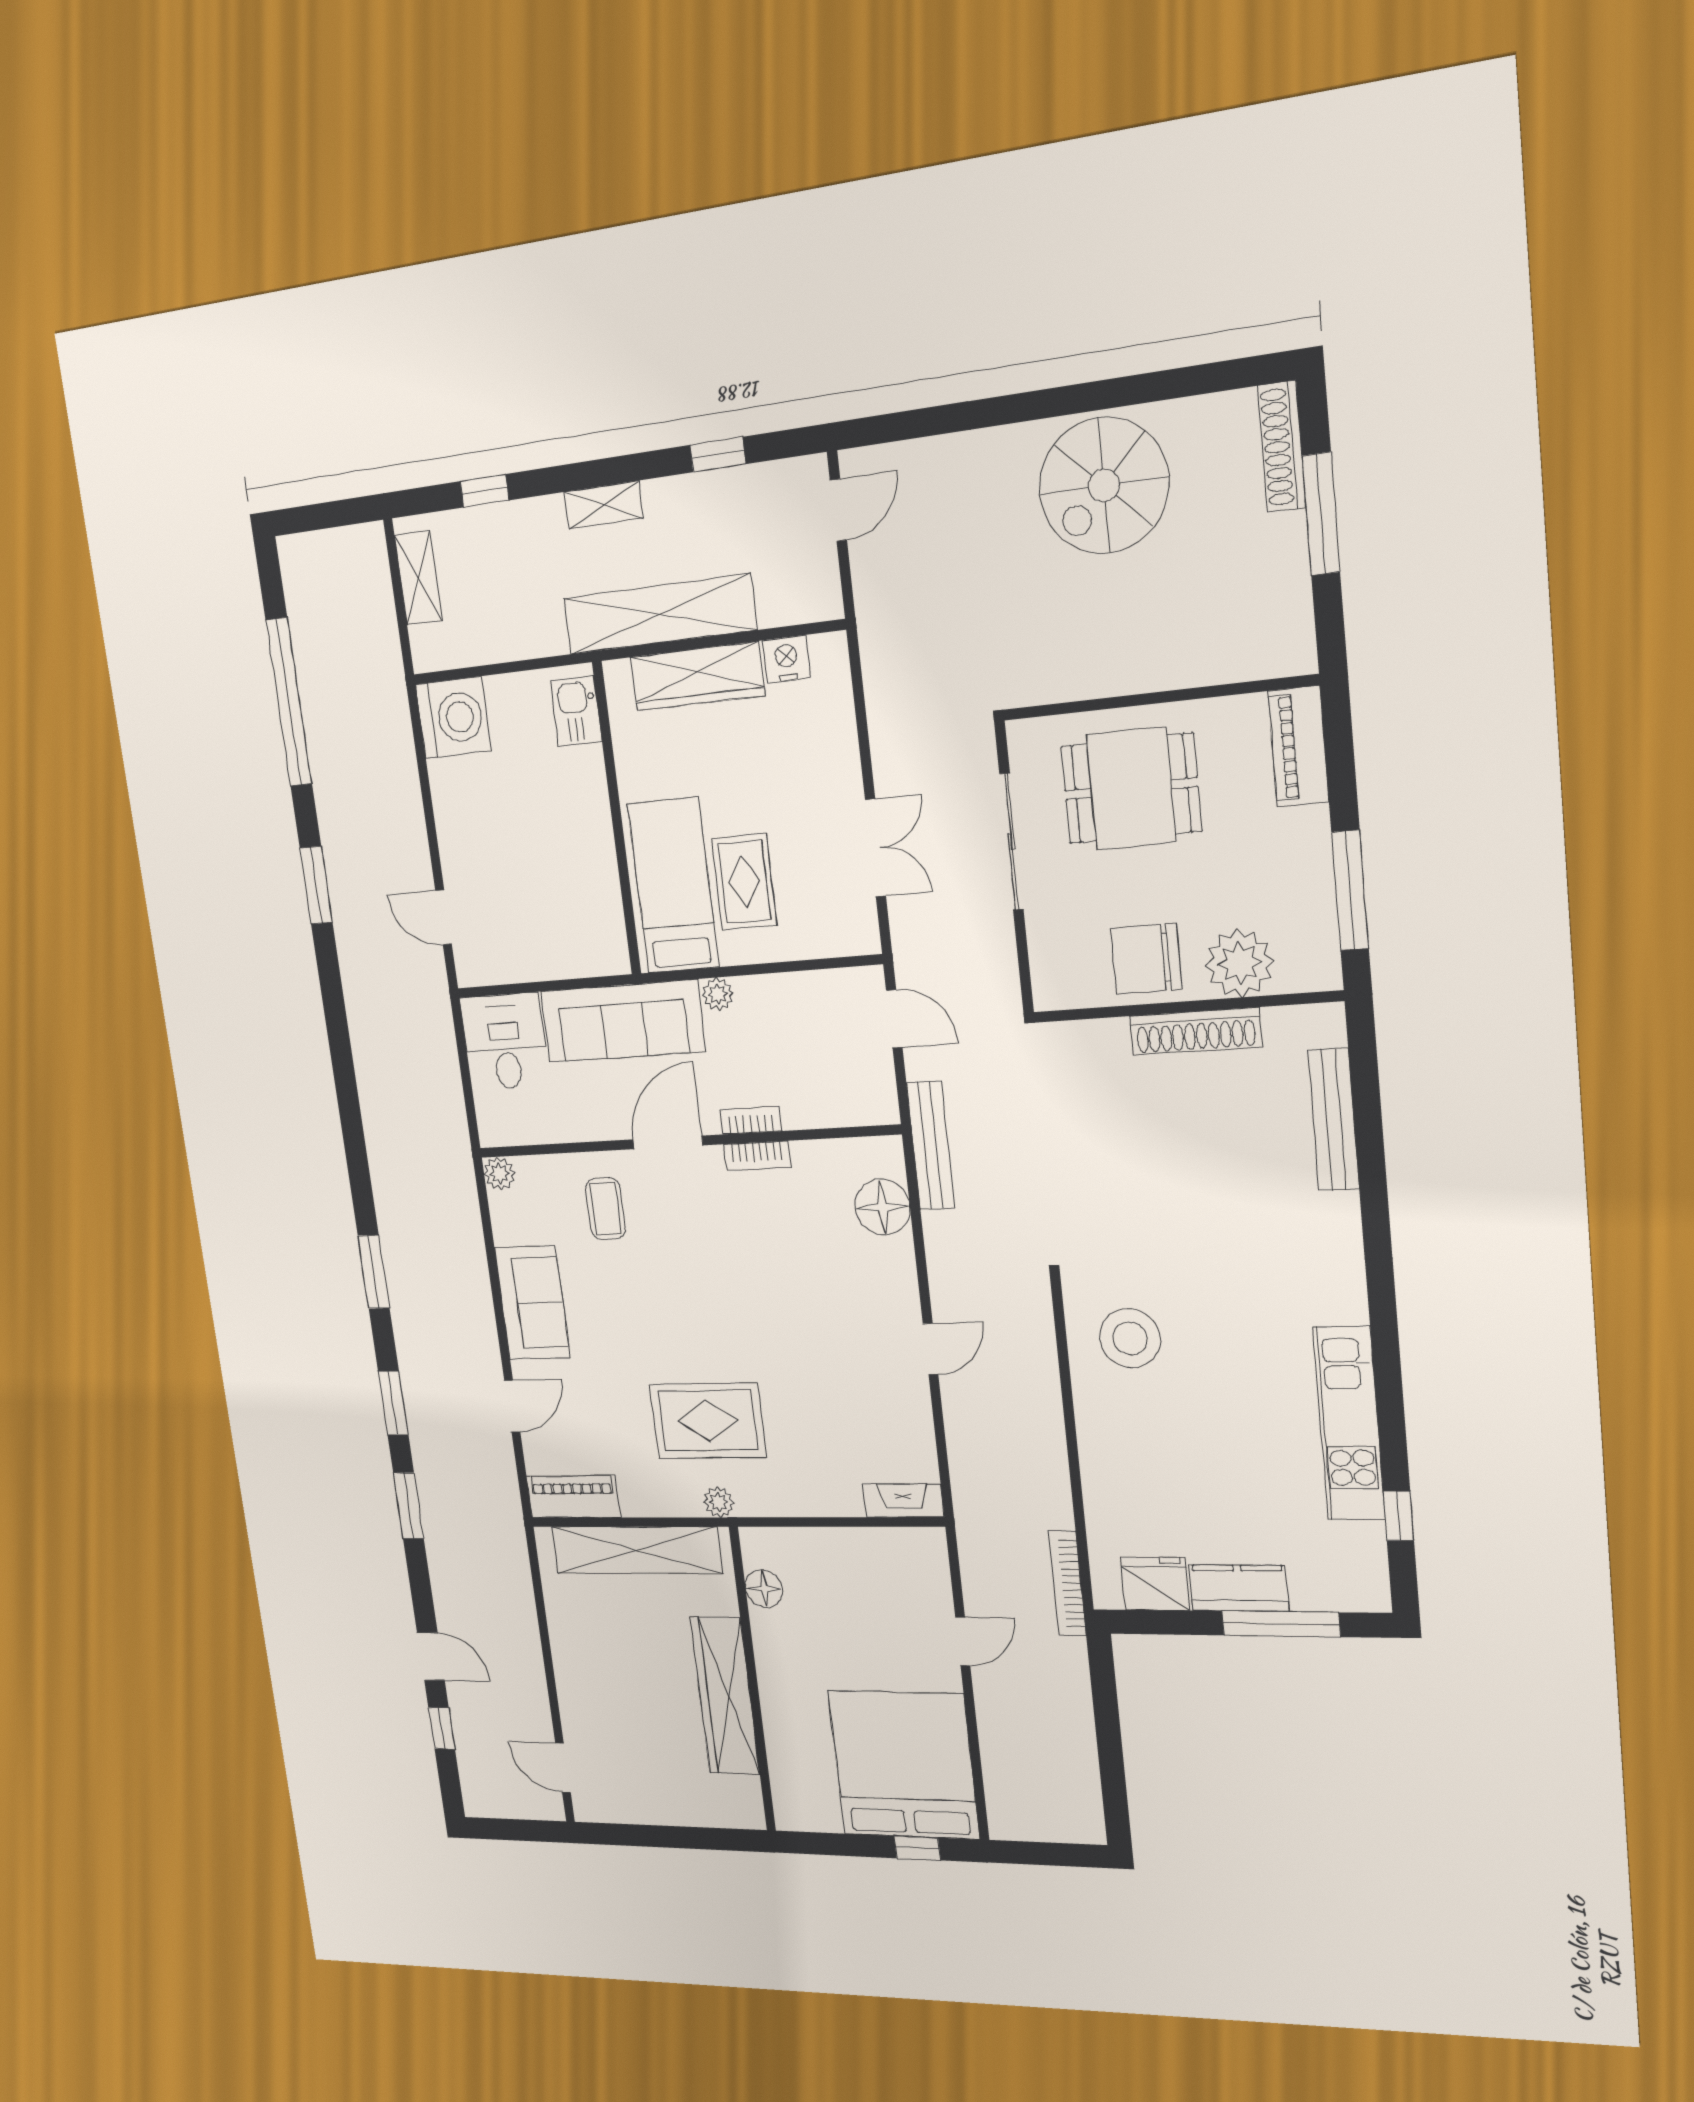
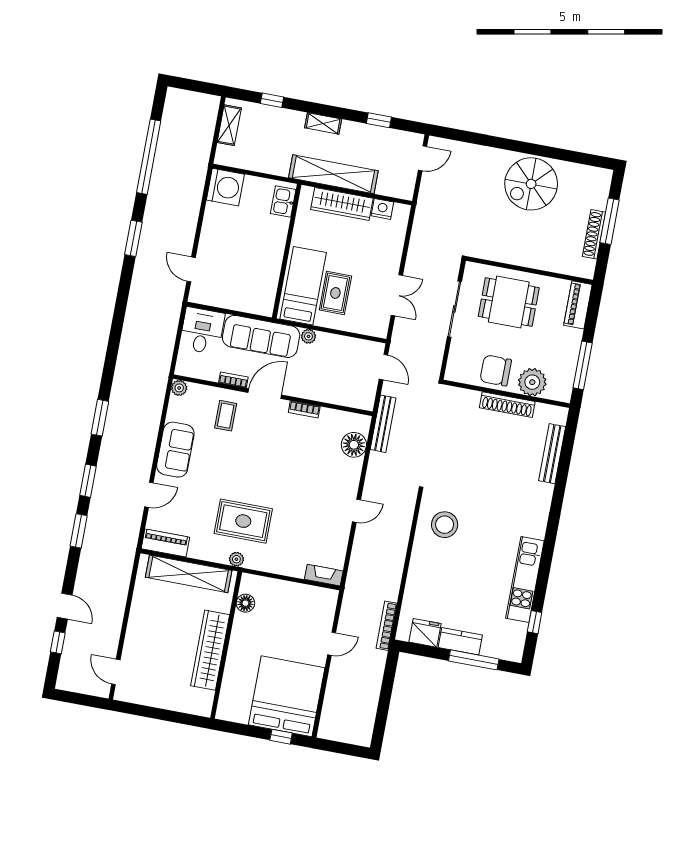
shoe rack: (1282, 447) -> (594, 234), moved
bookcase: (751, 1120) -> (233, 380), moved

